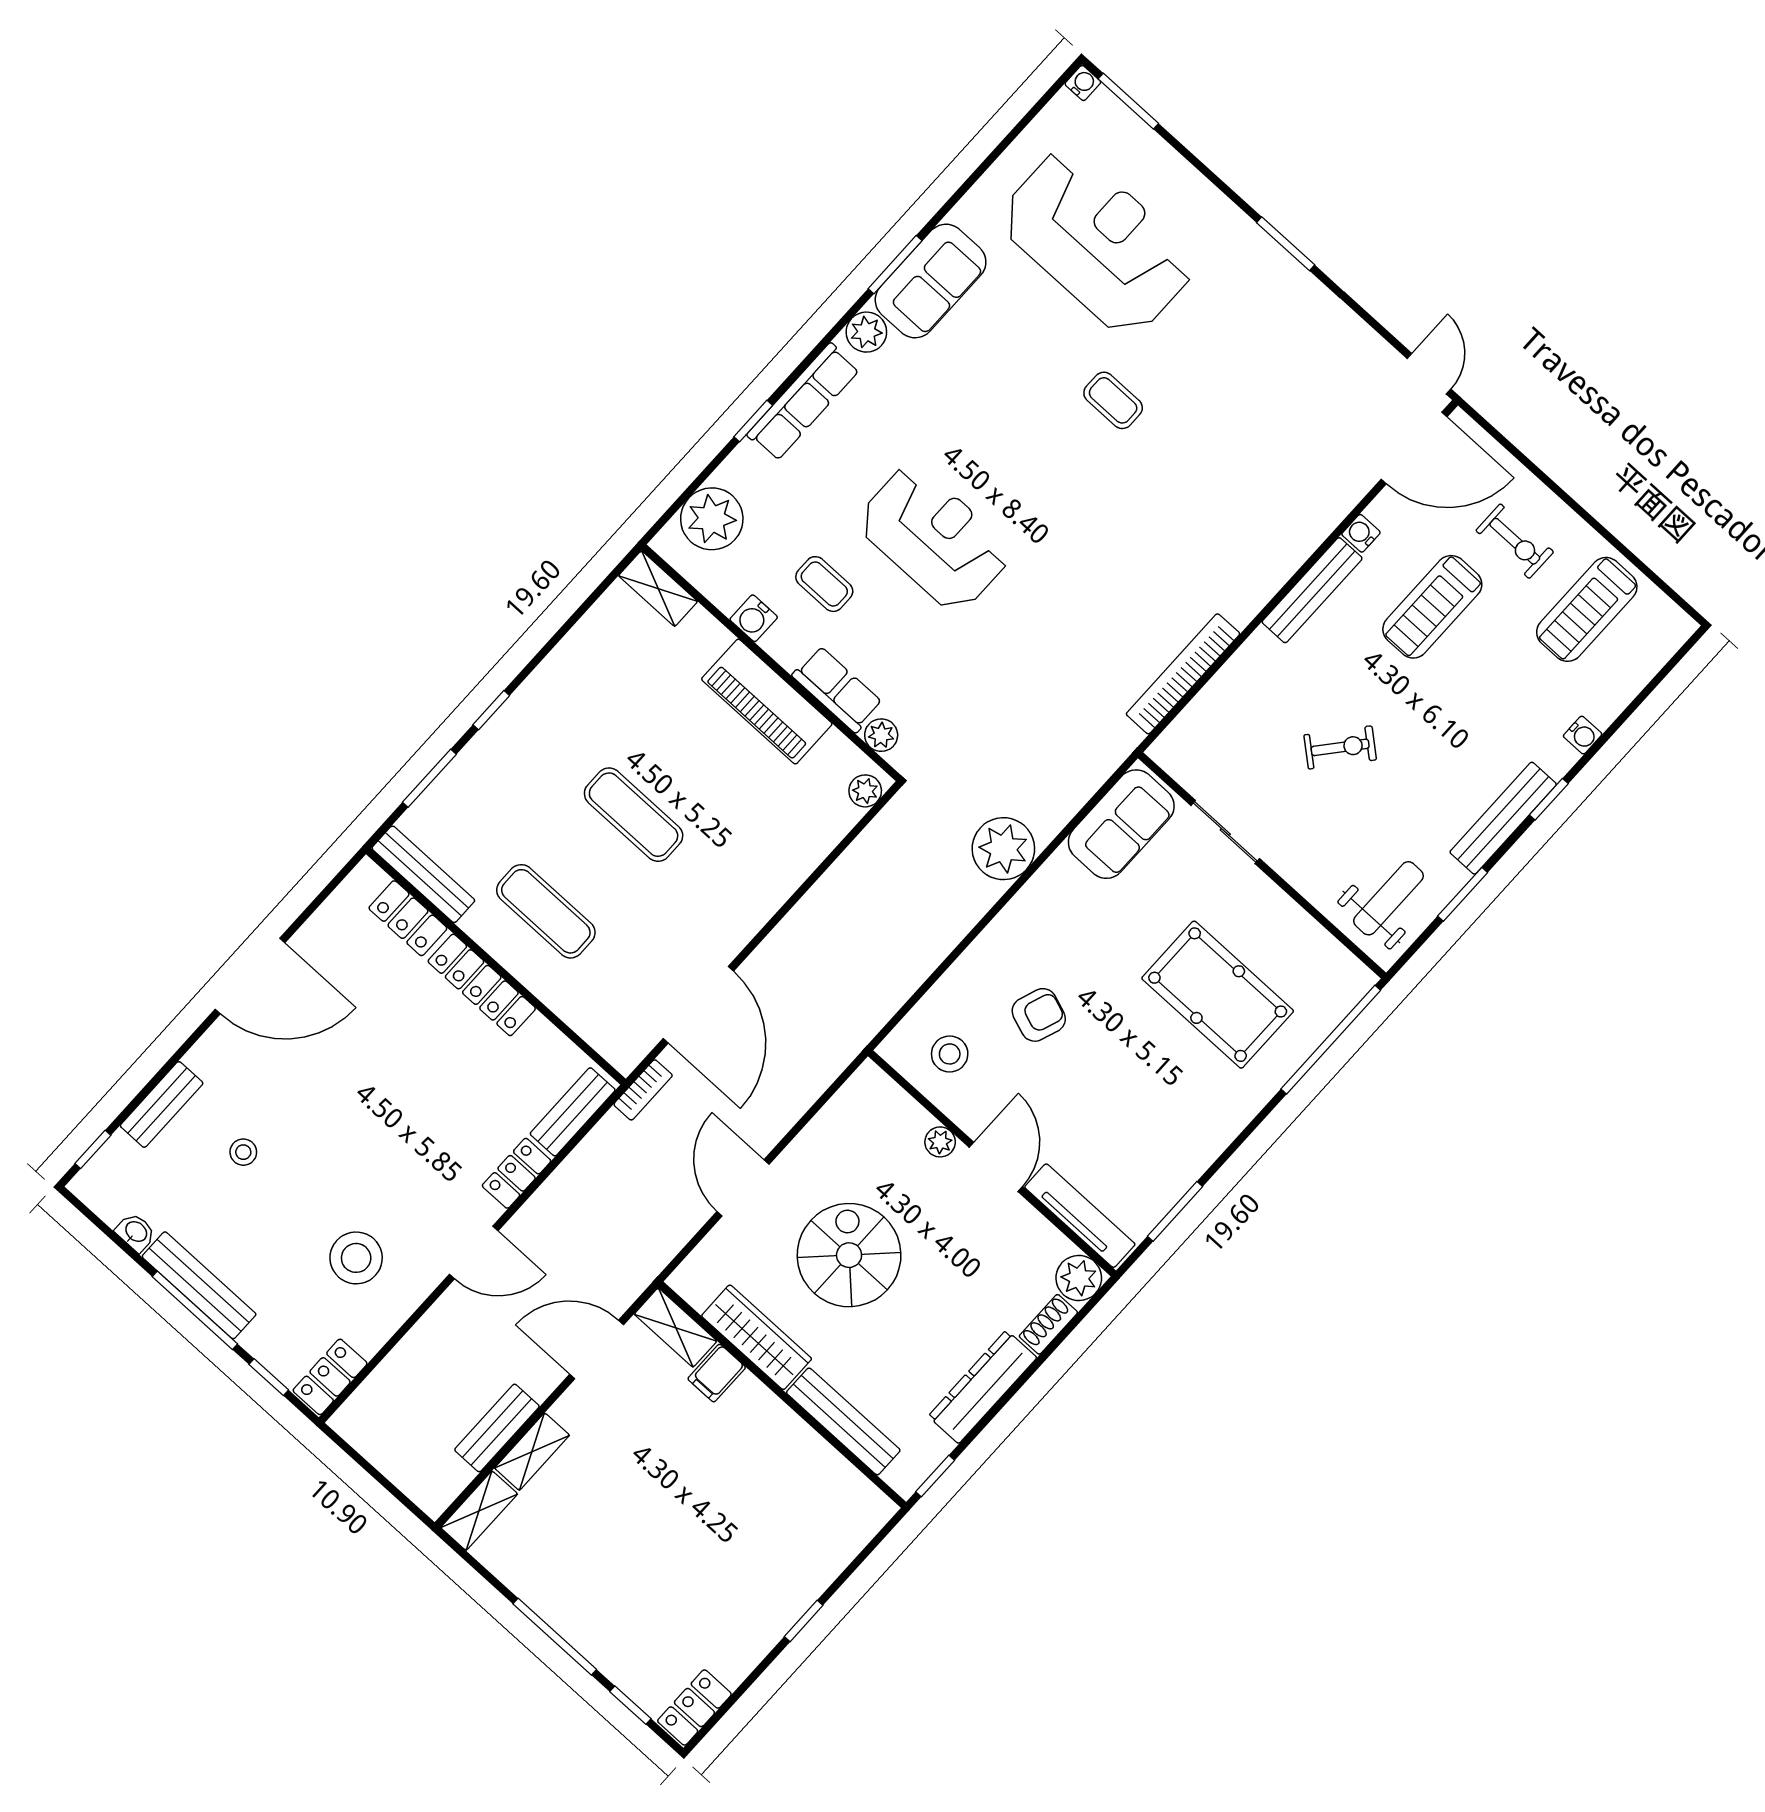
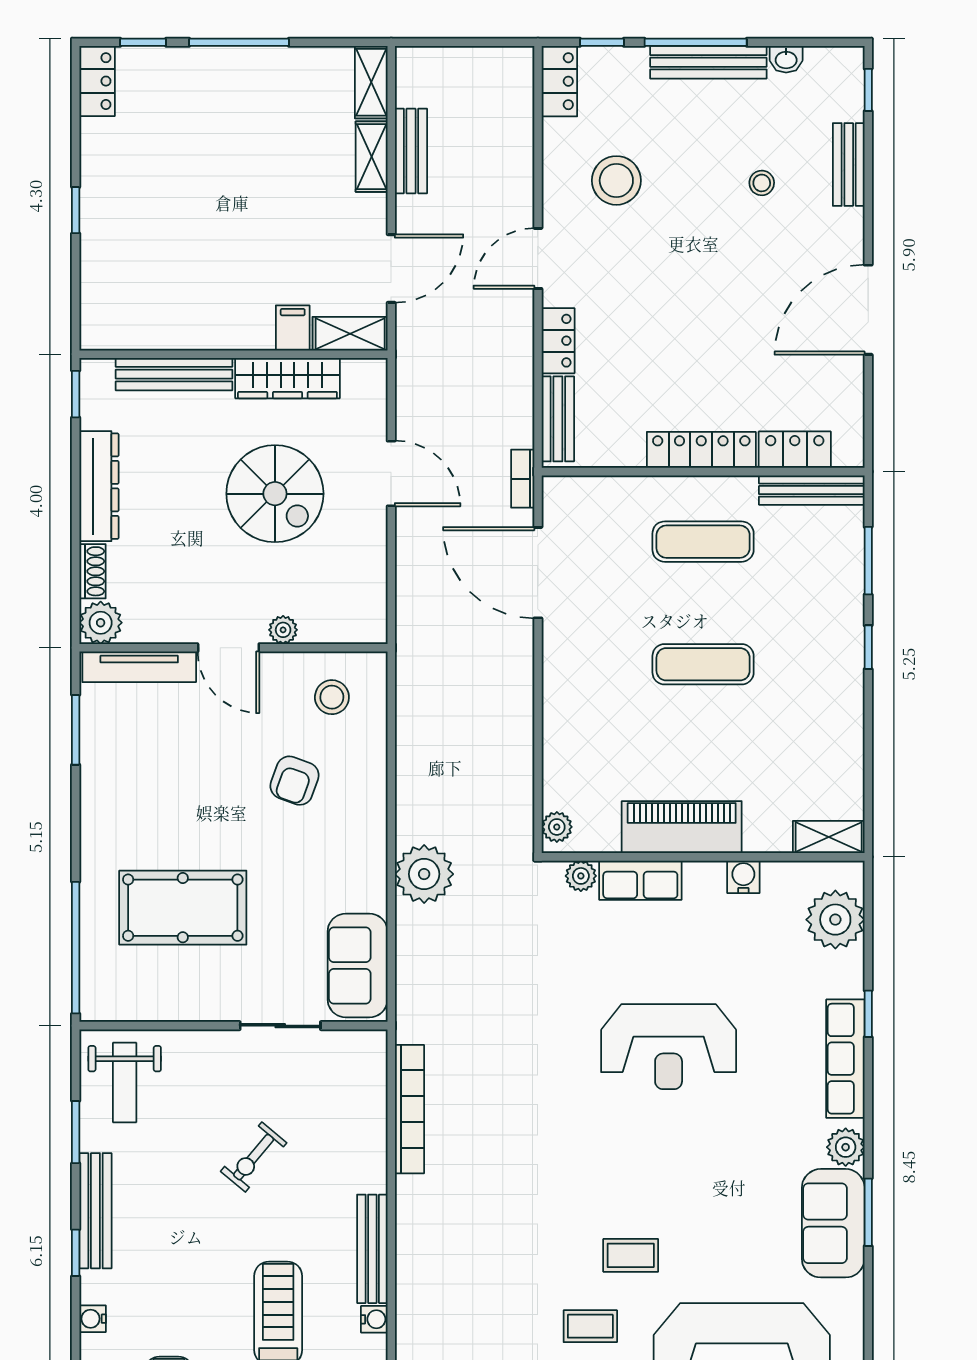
coffee table: (824, 584) -> (590, 1326), moved

